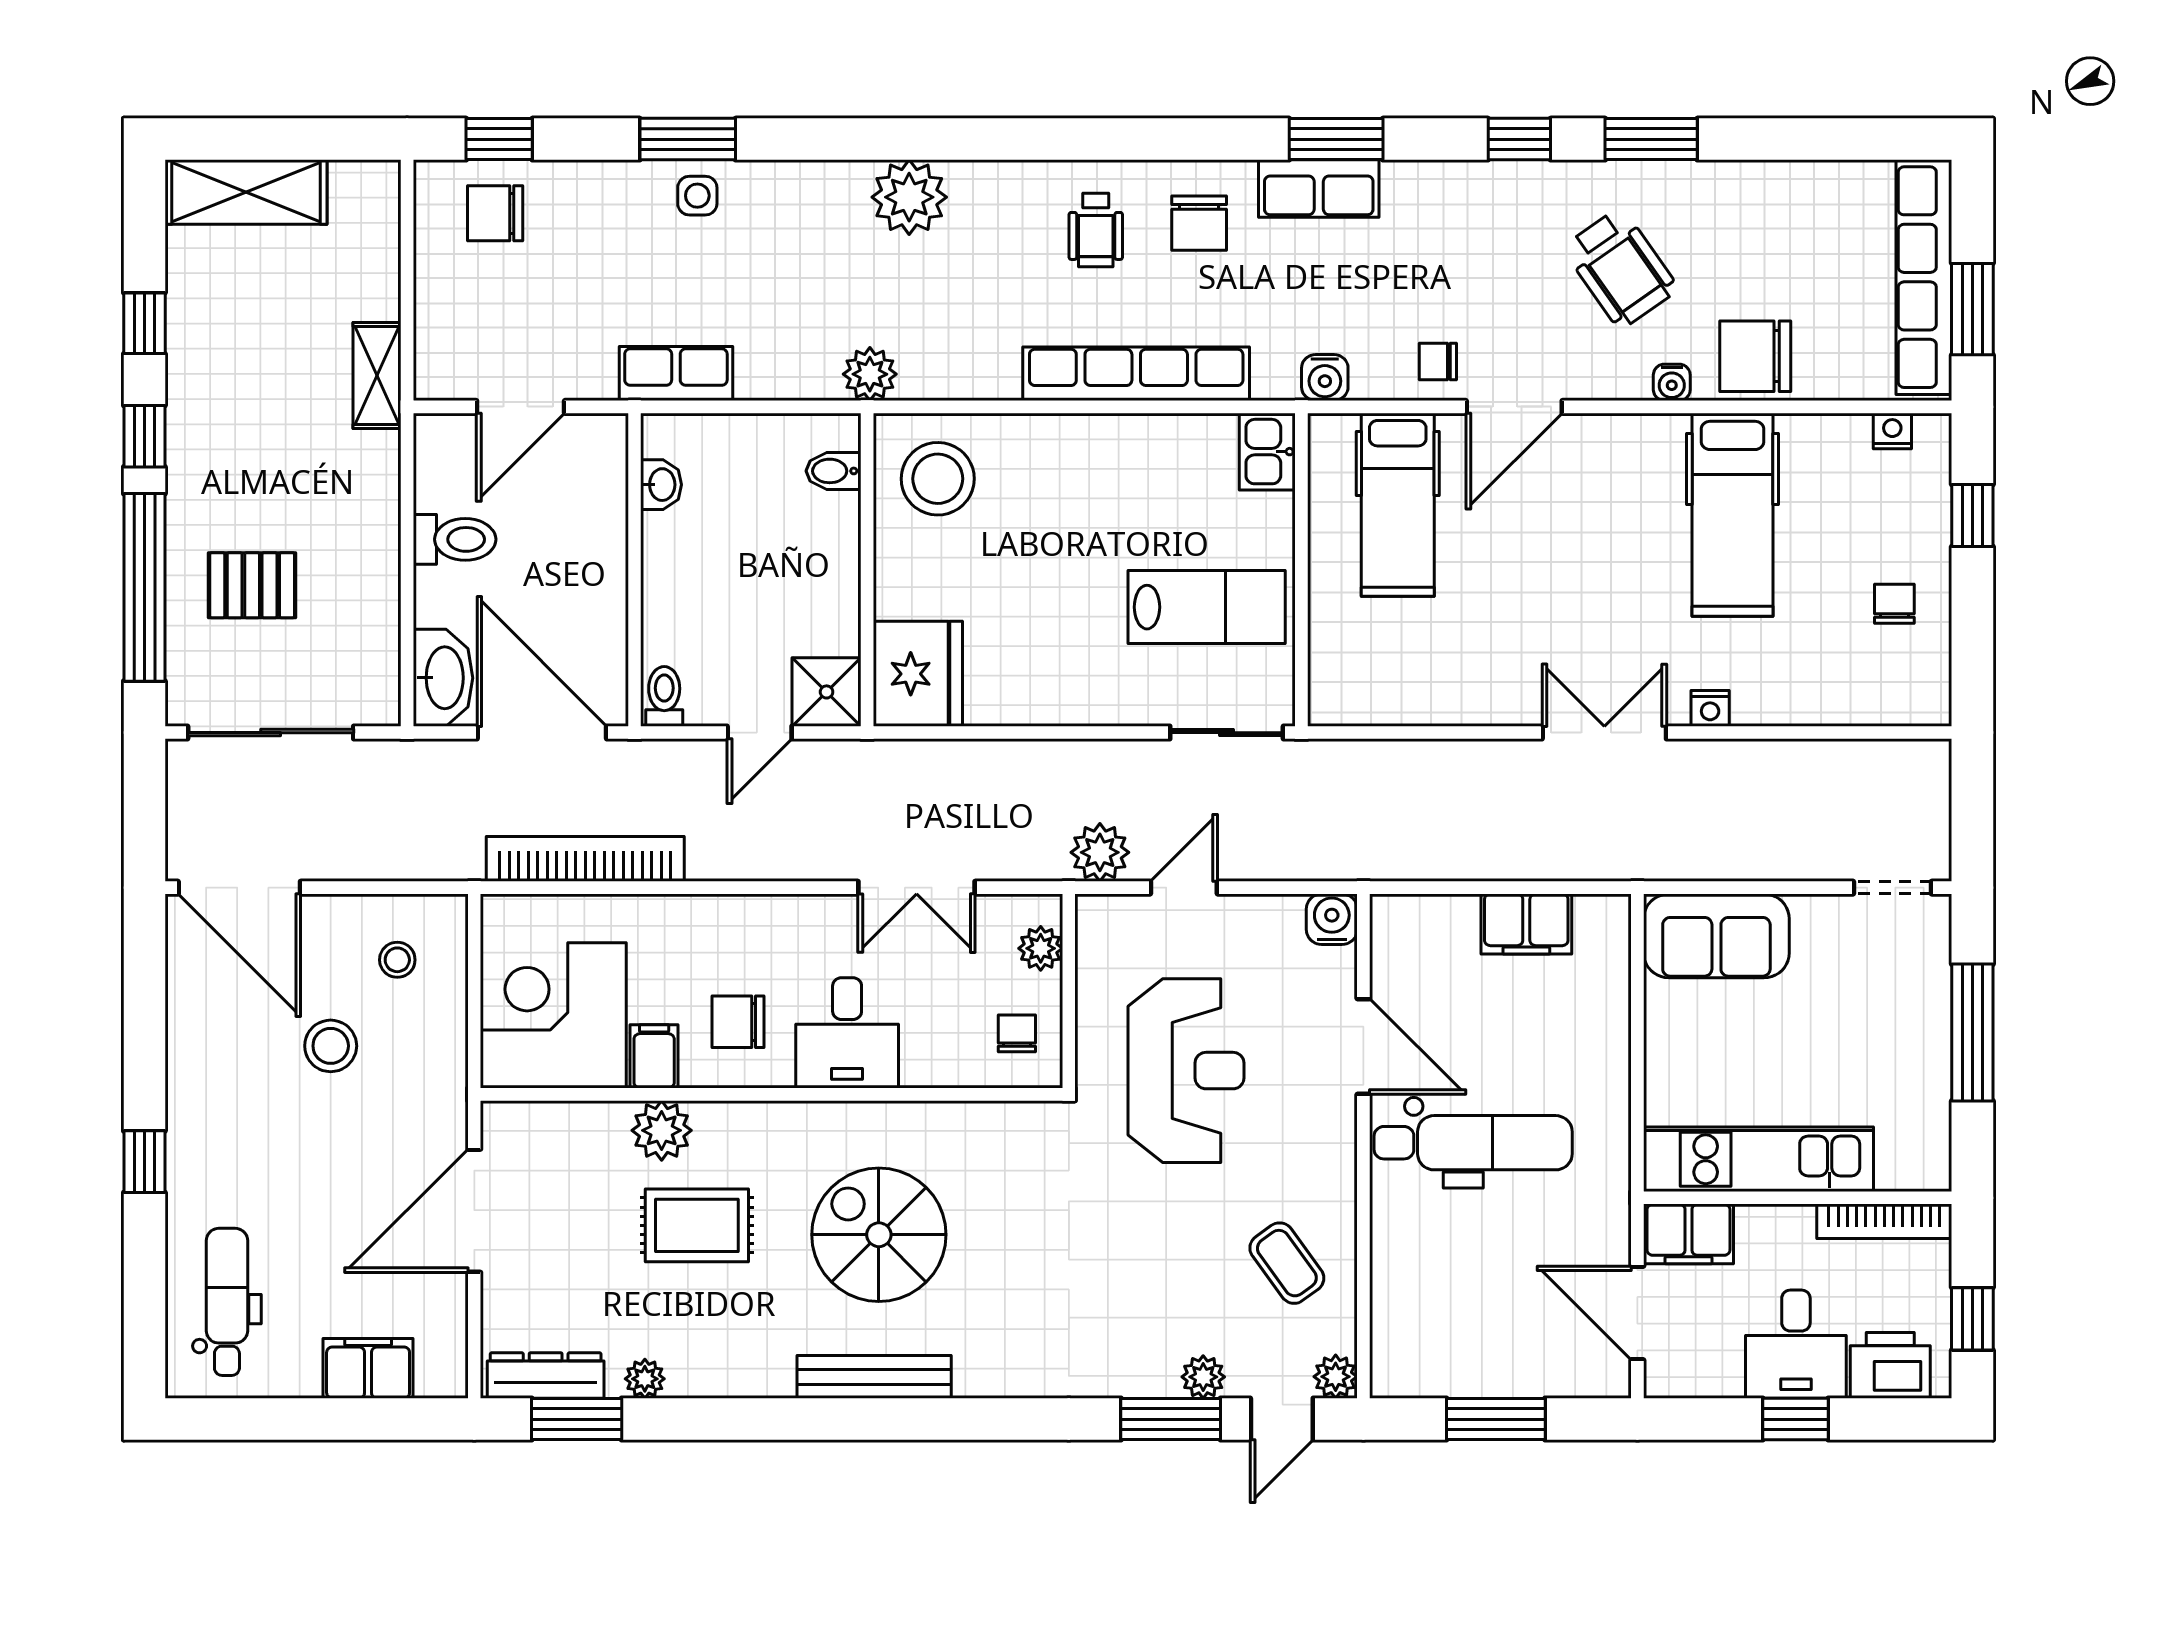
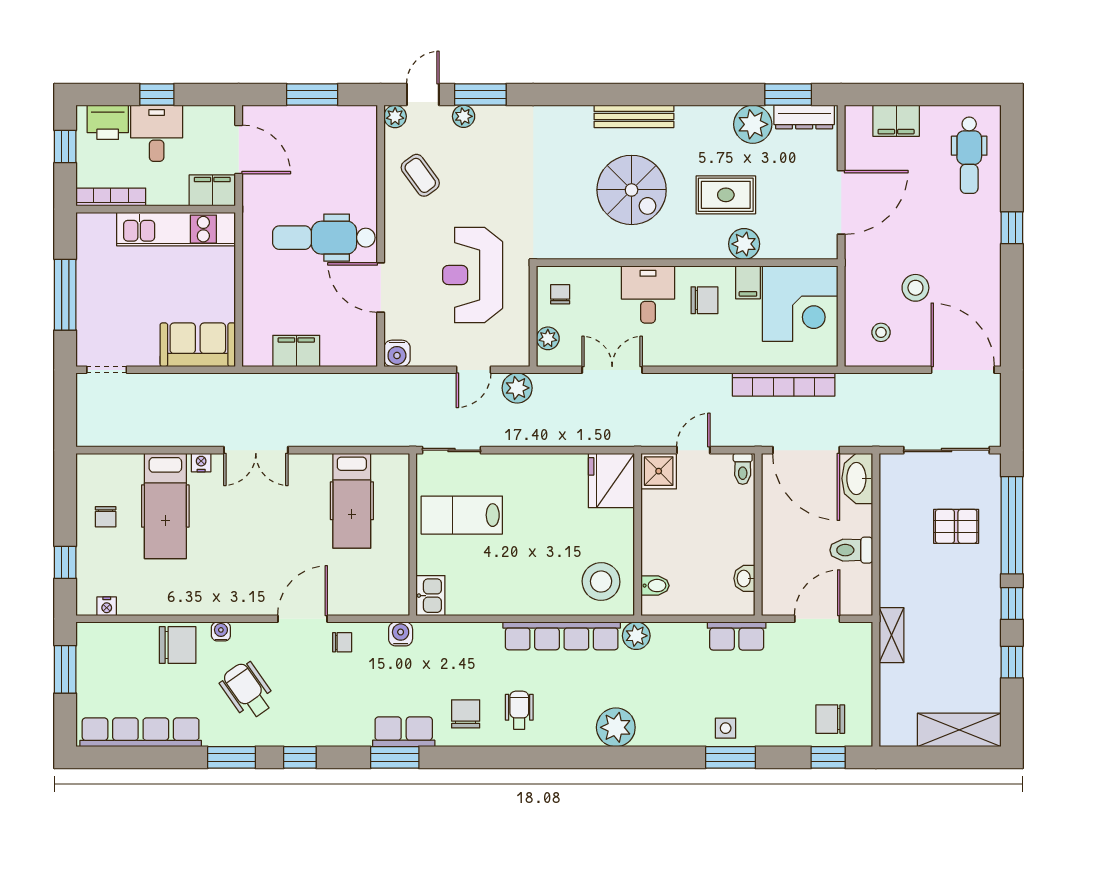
chair: (495, 213) -> (830, 719), turned 180
row of seats: (1924, 277) -> (141, 732), moved, turned -90
row of seats: (1136, 374) -> (562, 636), moved
hospital bed: (1398, 505) -> (352, 501), moved, turned 180
hospital bed: (1733, 515) -> (165, 506), moved, turned 180
chair: (1017, 1033) -> (560, 294), turned 180
plant: (645, 1379) -> (753, 124), width x1.88, depth x1.88

